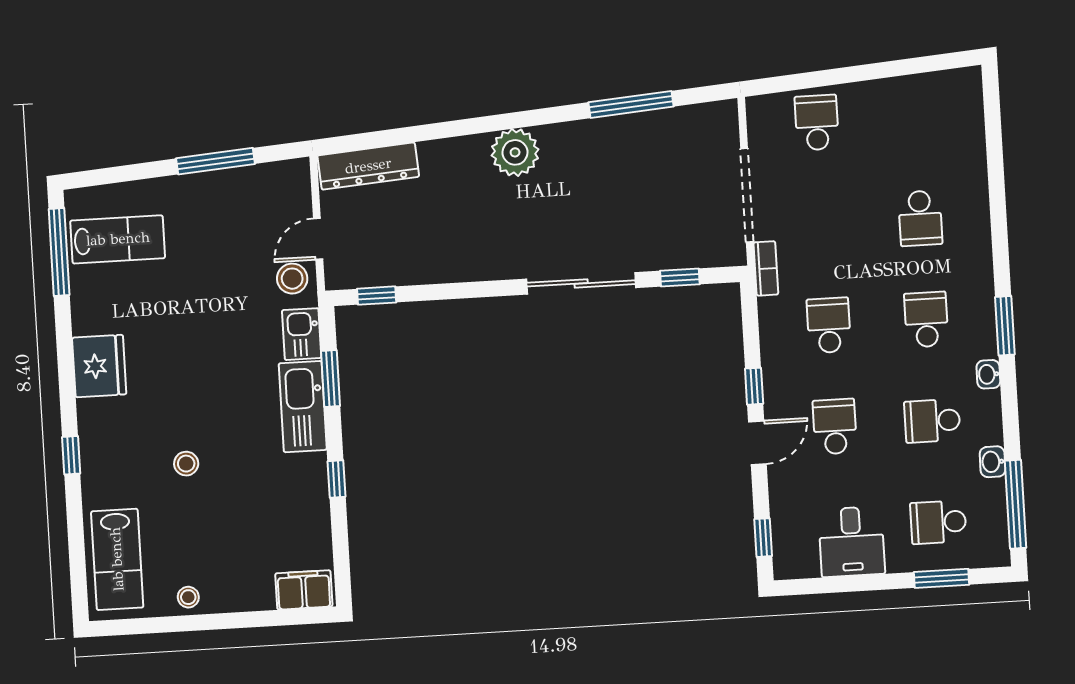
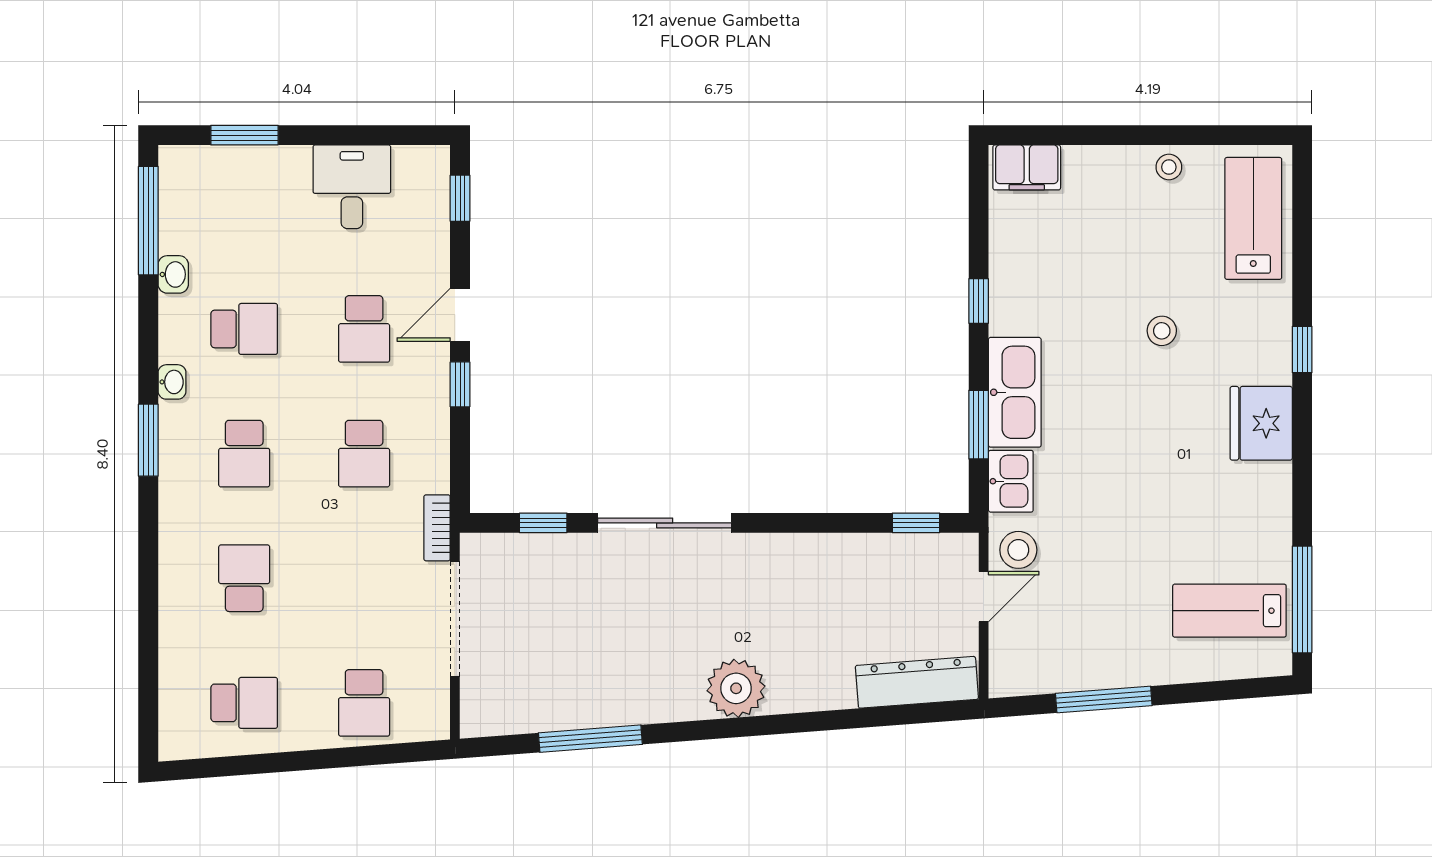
fridge: (99, 366) -> (1261, 423), moved
school desk: (938, 522) -> (244, 703), moved

